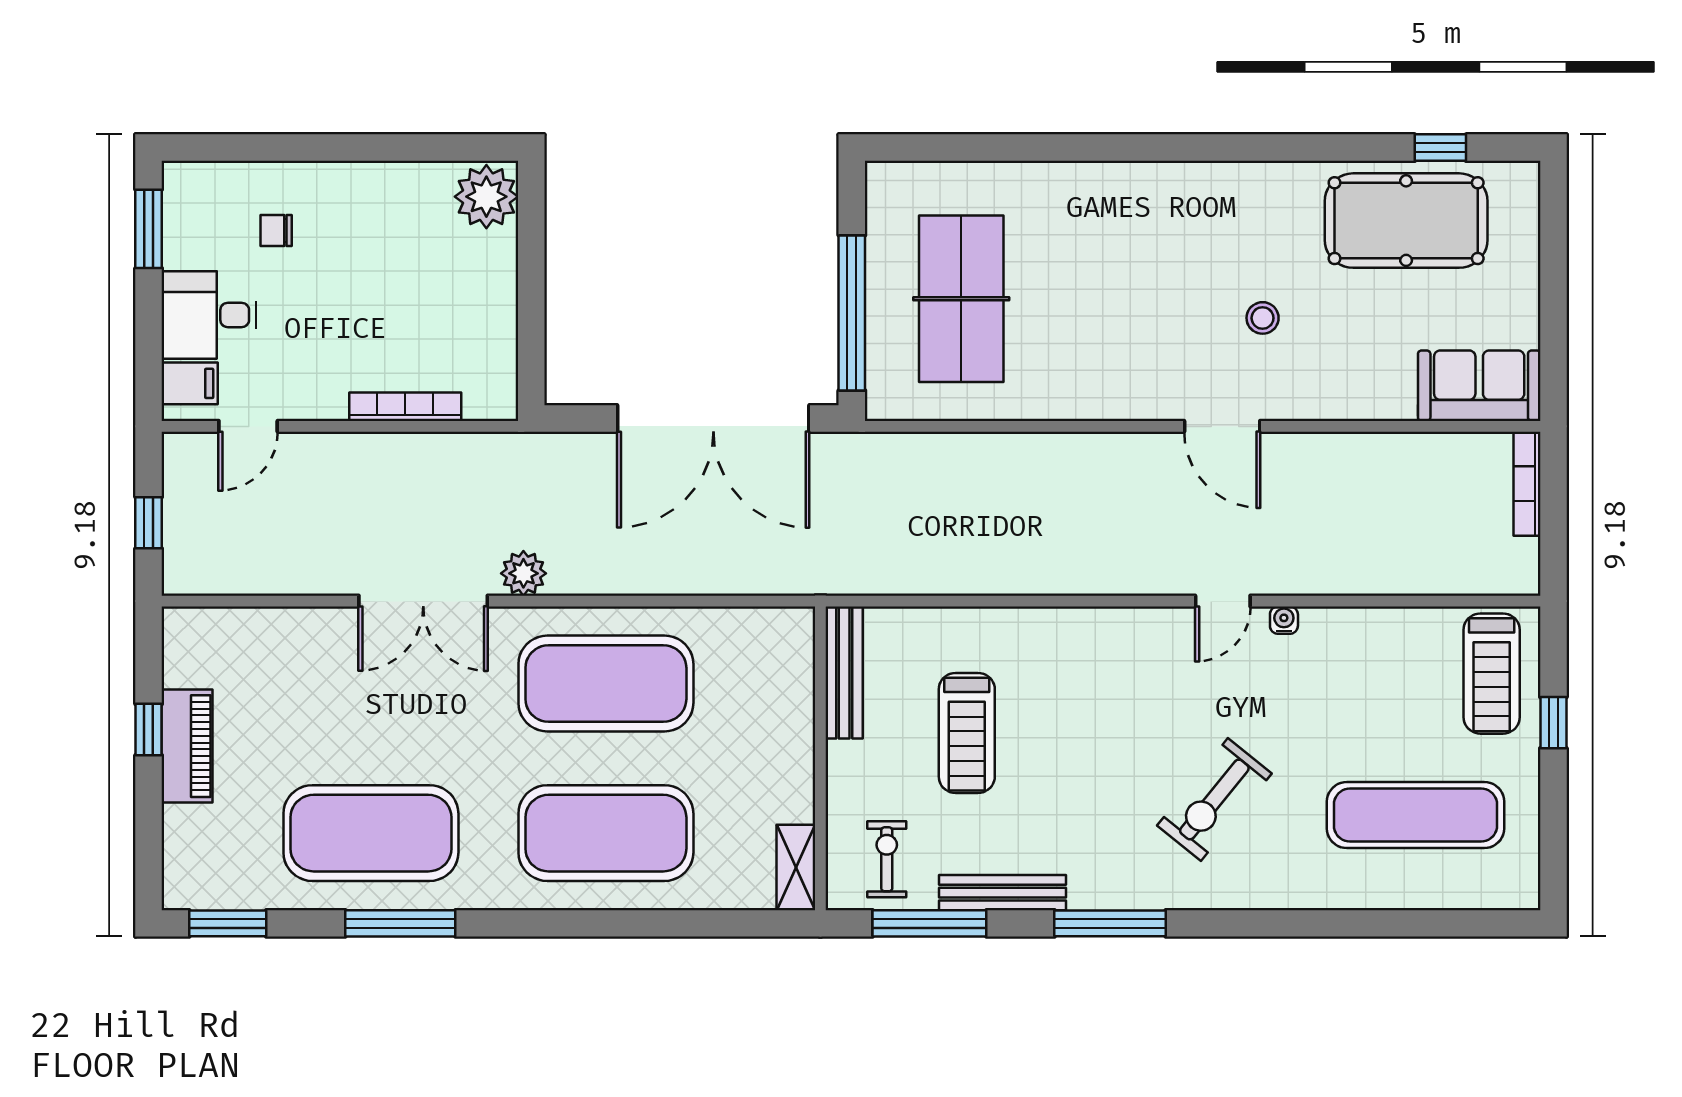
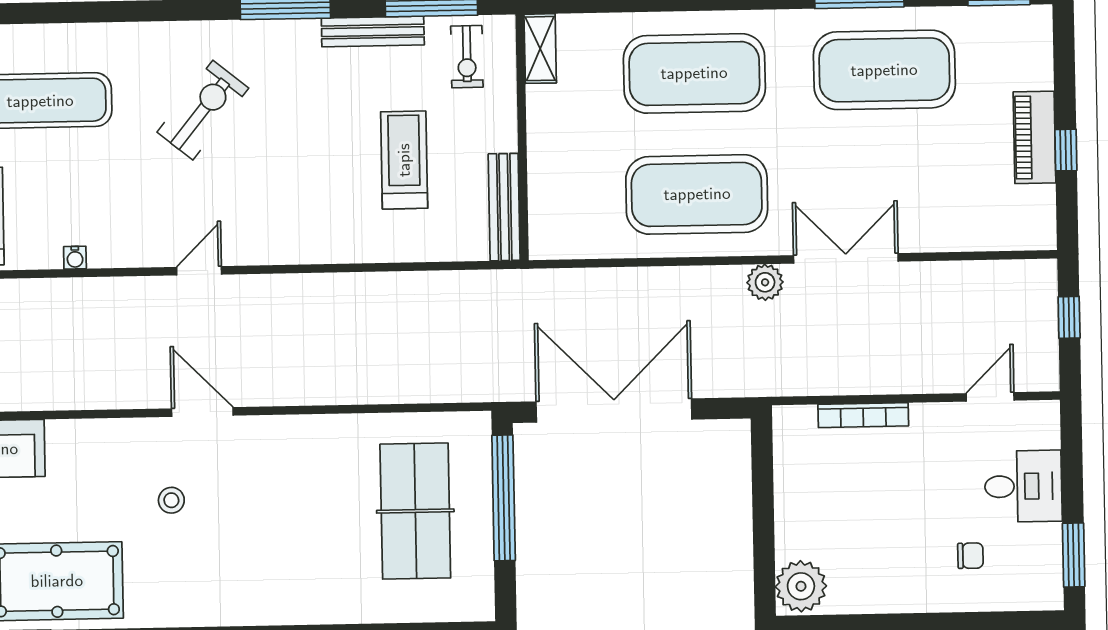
filing cabinet: (190, 383) -> (1038, 431), removed
water cooler: (1284, 620) -> (75, 258), moved

